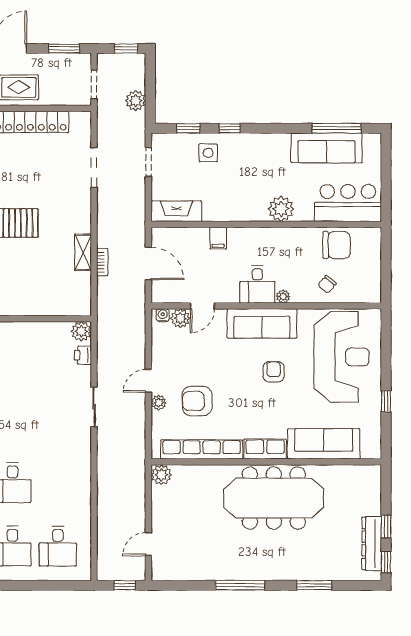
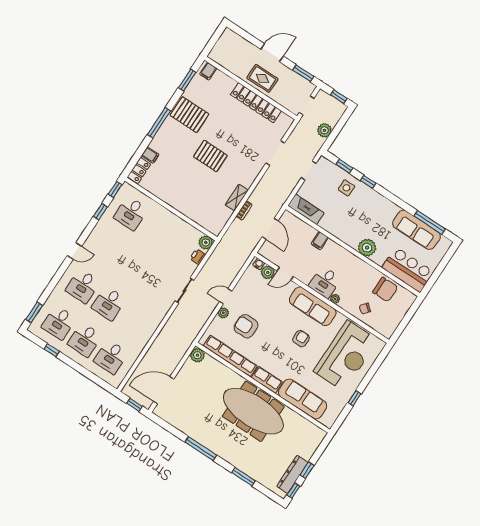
door: (148, 544) -> (164, 390), width x1.87

